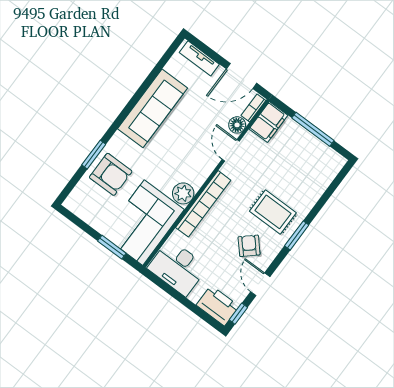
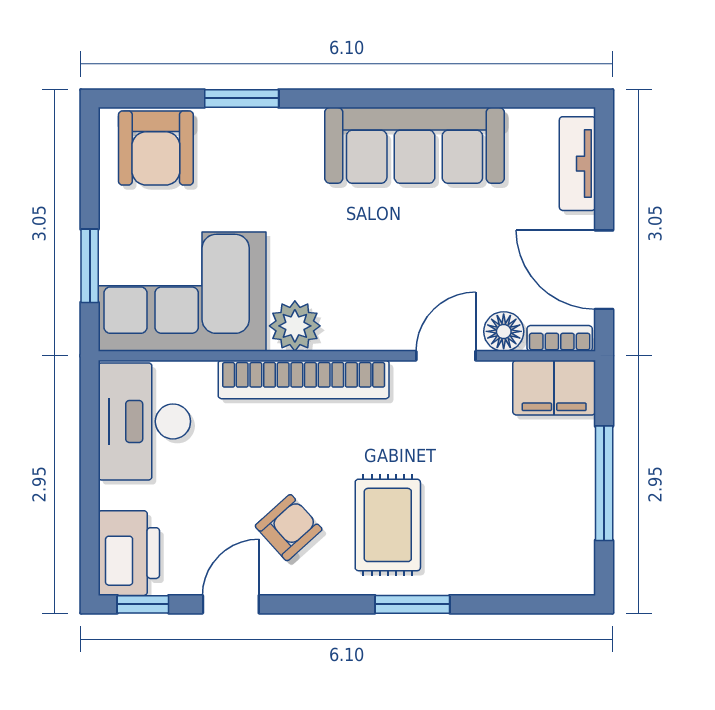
armchair: (111, 174) -> (156, 148), moved
window: (297, 235) -> (412, 604), moved

